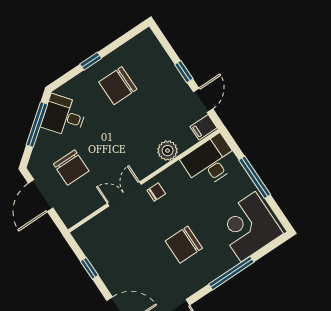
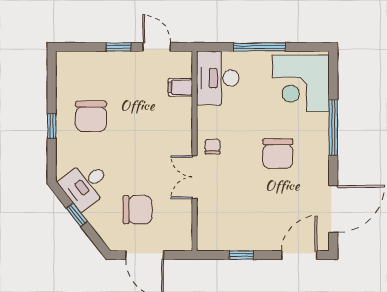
window: (37, 125) -> (77, 215), width x0.46
filing cabinet: (204, 127) -> (180, 87), moved, turned 90
plant: (168, 151) -> (181, 111), removed

